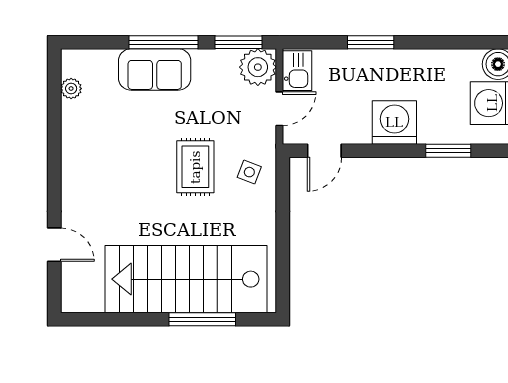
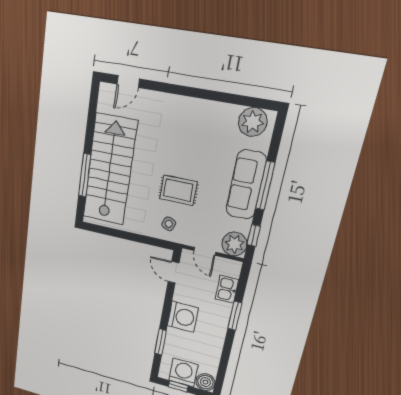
window: (238, 42) -> (254, 235), width x0.67
sofa: (155, 69) -> (246, 185), width x1.36
kitchen sink: (297, 71) -> (227, 289), moved, turned 90
plant: (71, 89) -> (253, 122), width x1.87, depth x1.87
door: (54, 245) -> (128, 82), moved

